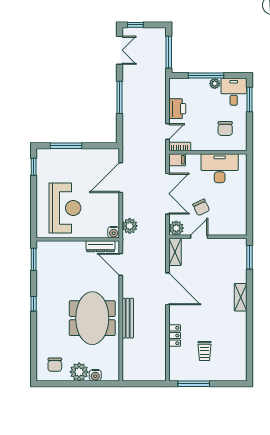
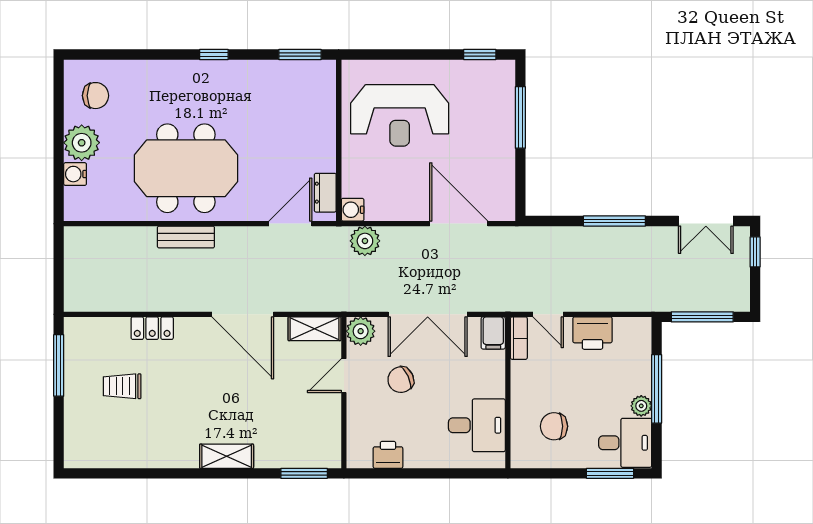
desk: (220, 168) -> (477, 425), width x0.73
printer: (240, 214) -> (388, 455), added
door: (199, 237) -> (344, 376), swing flipped
dresser: (100, 246) -> (325, 193), width x0.70
door: (168, 289) -> (243, 314), hinge flipped
bench: (128, 318) -> (186, 237), width x0.73
chair: (55, 365) -> (96, 96), turned 180

